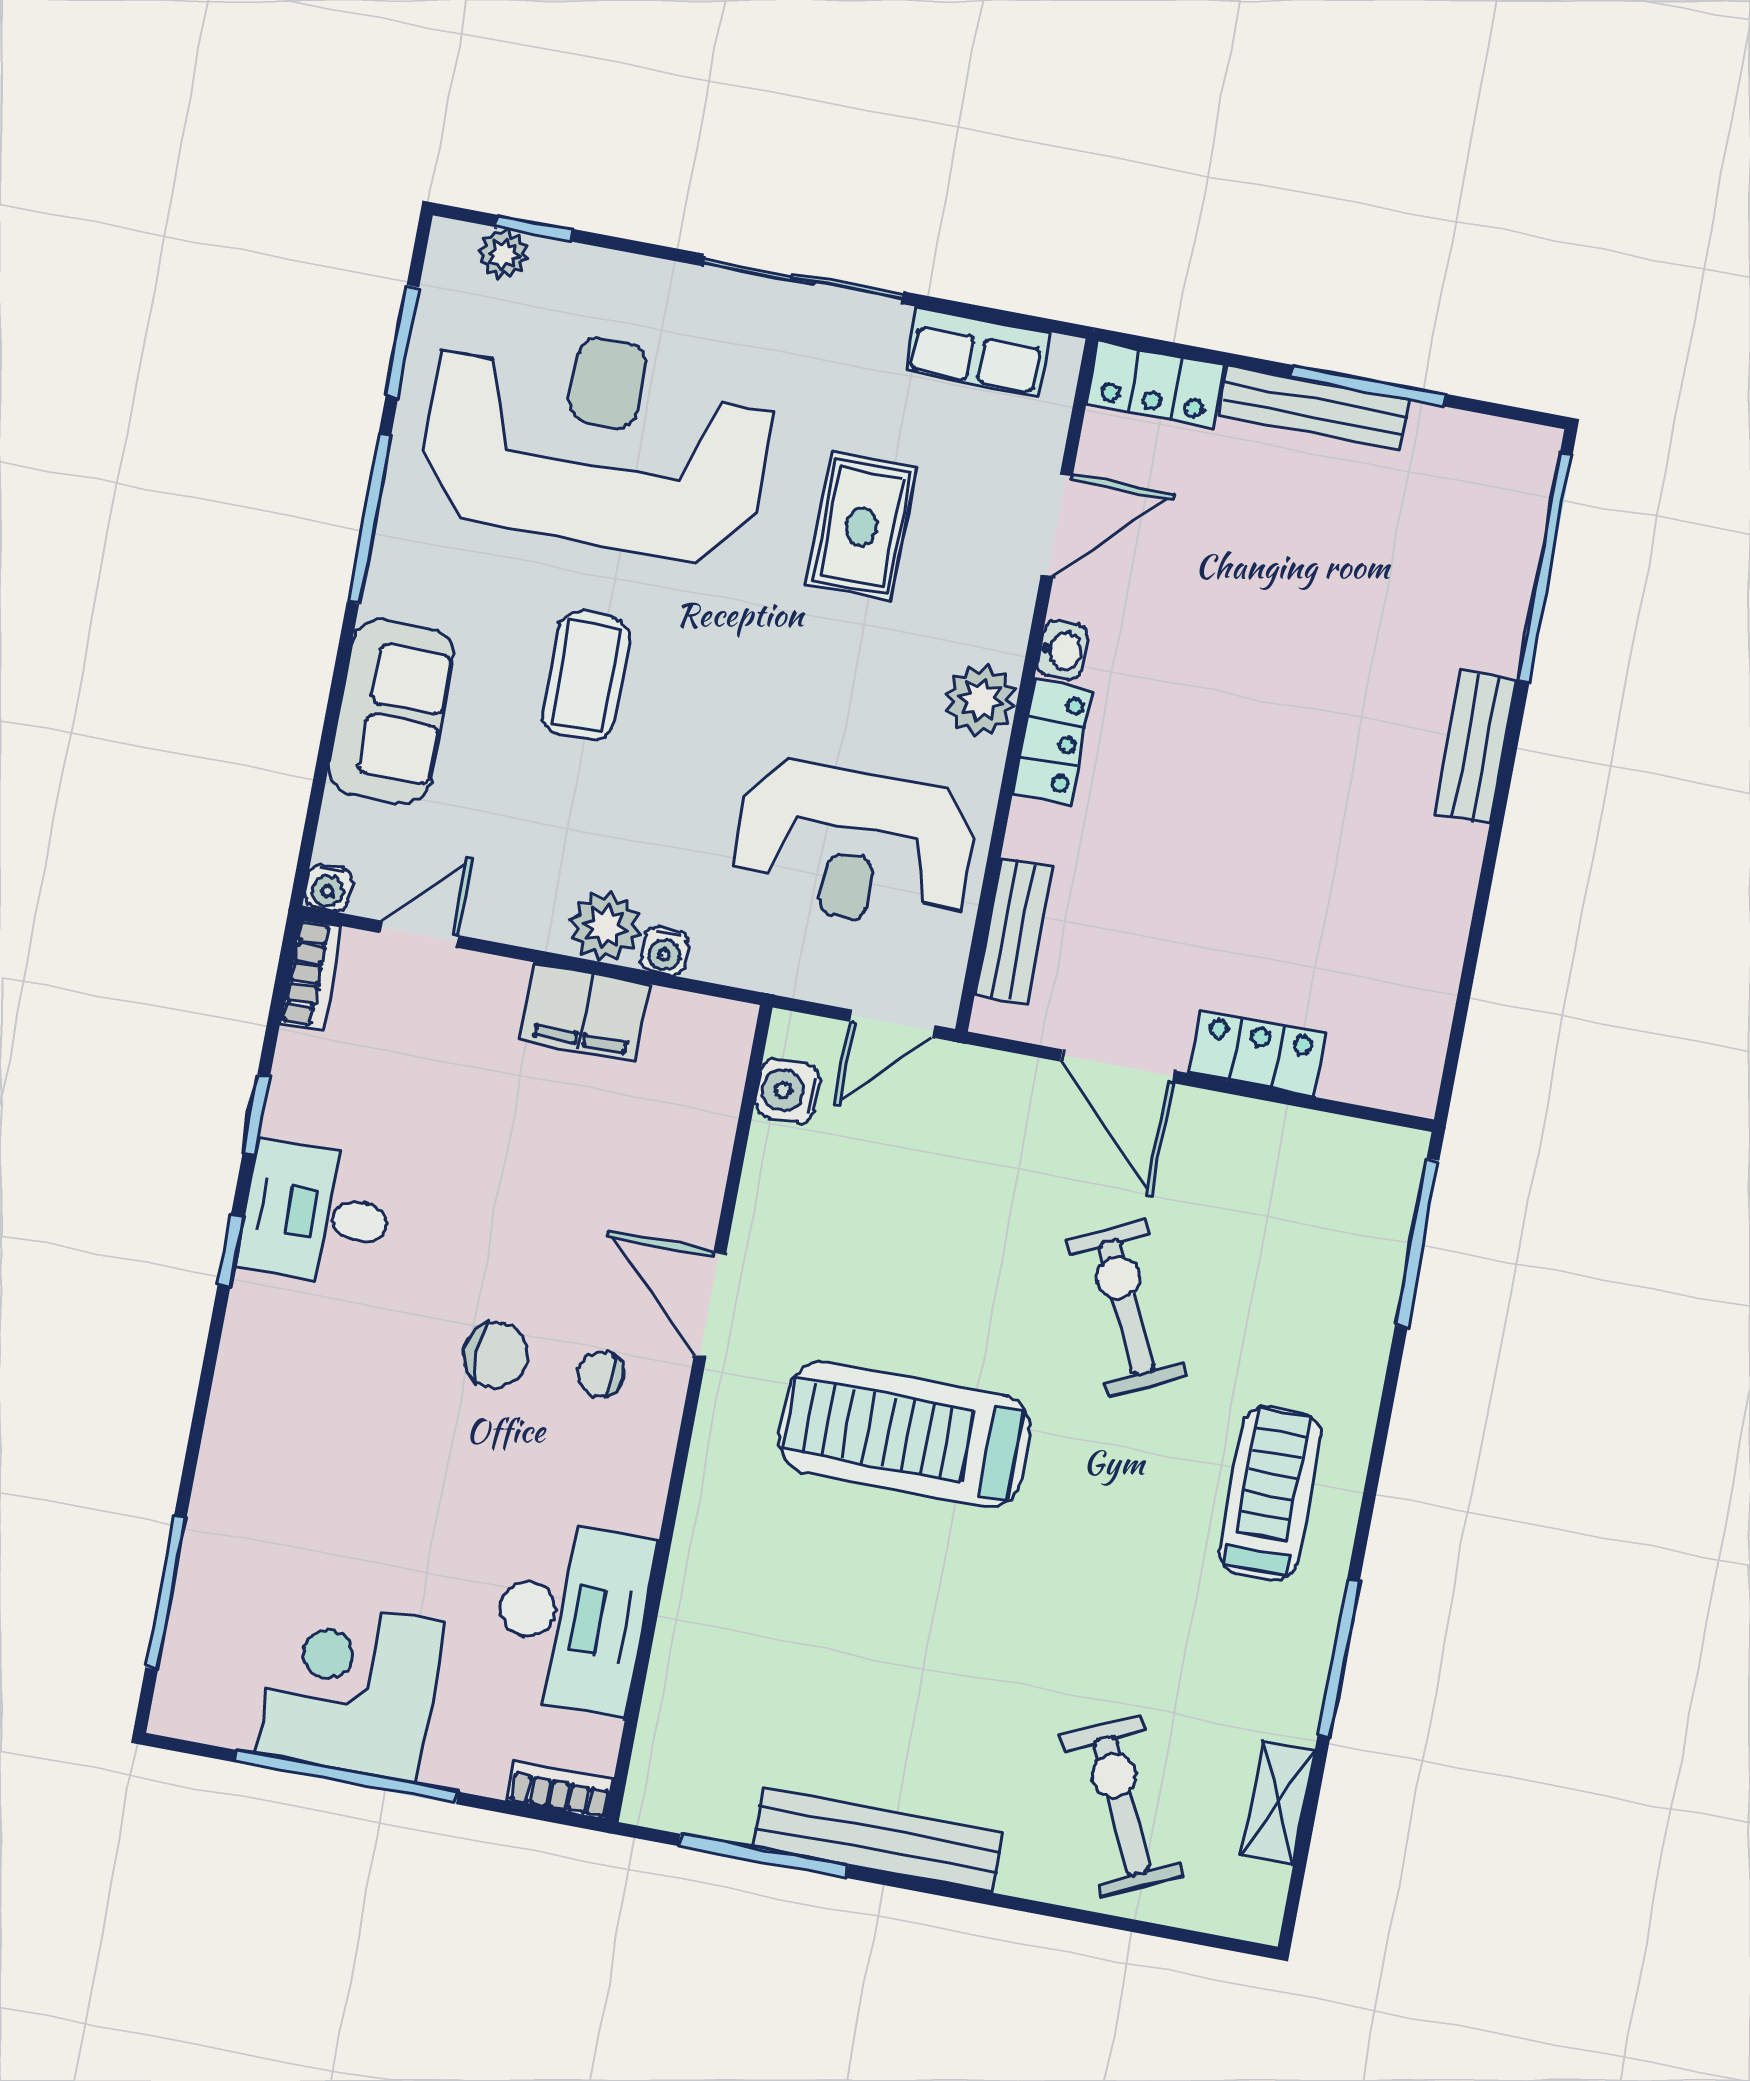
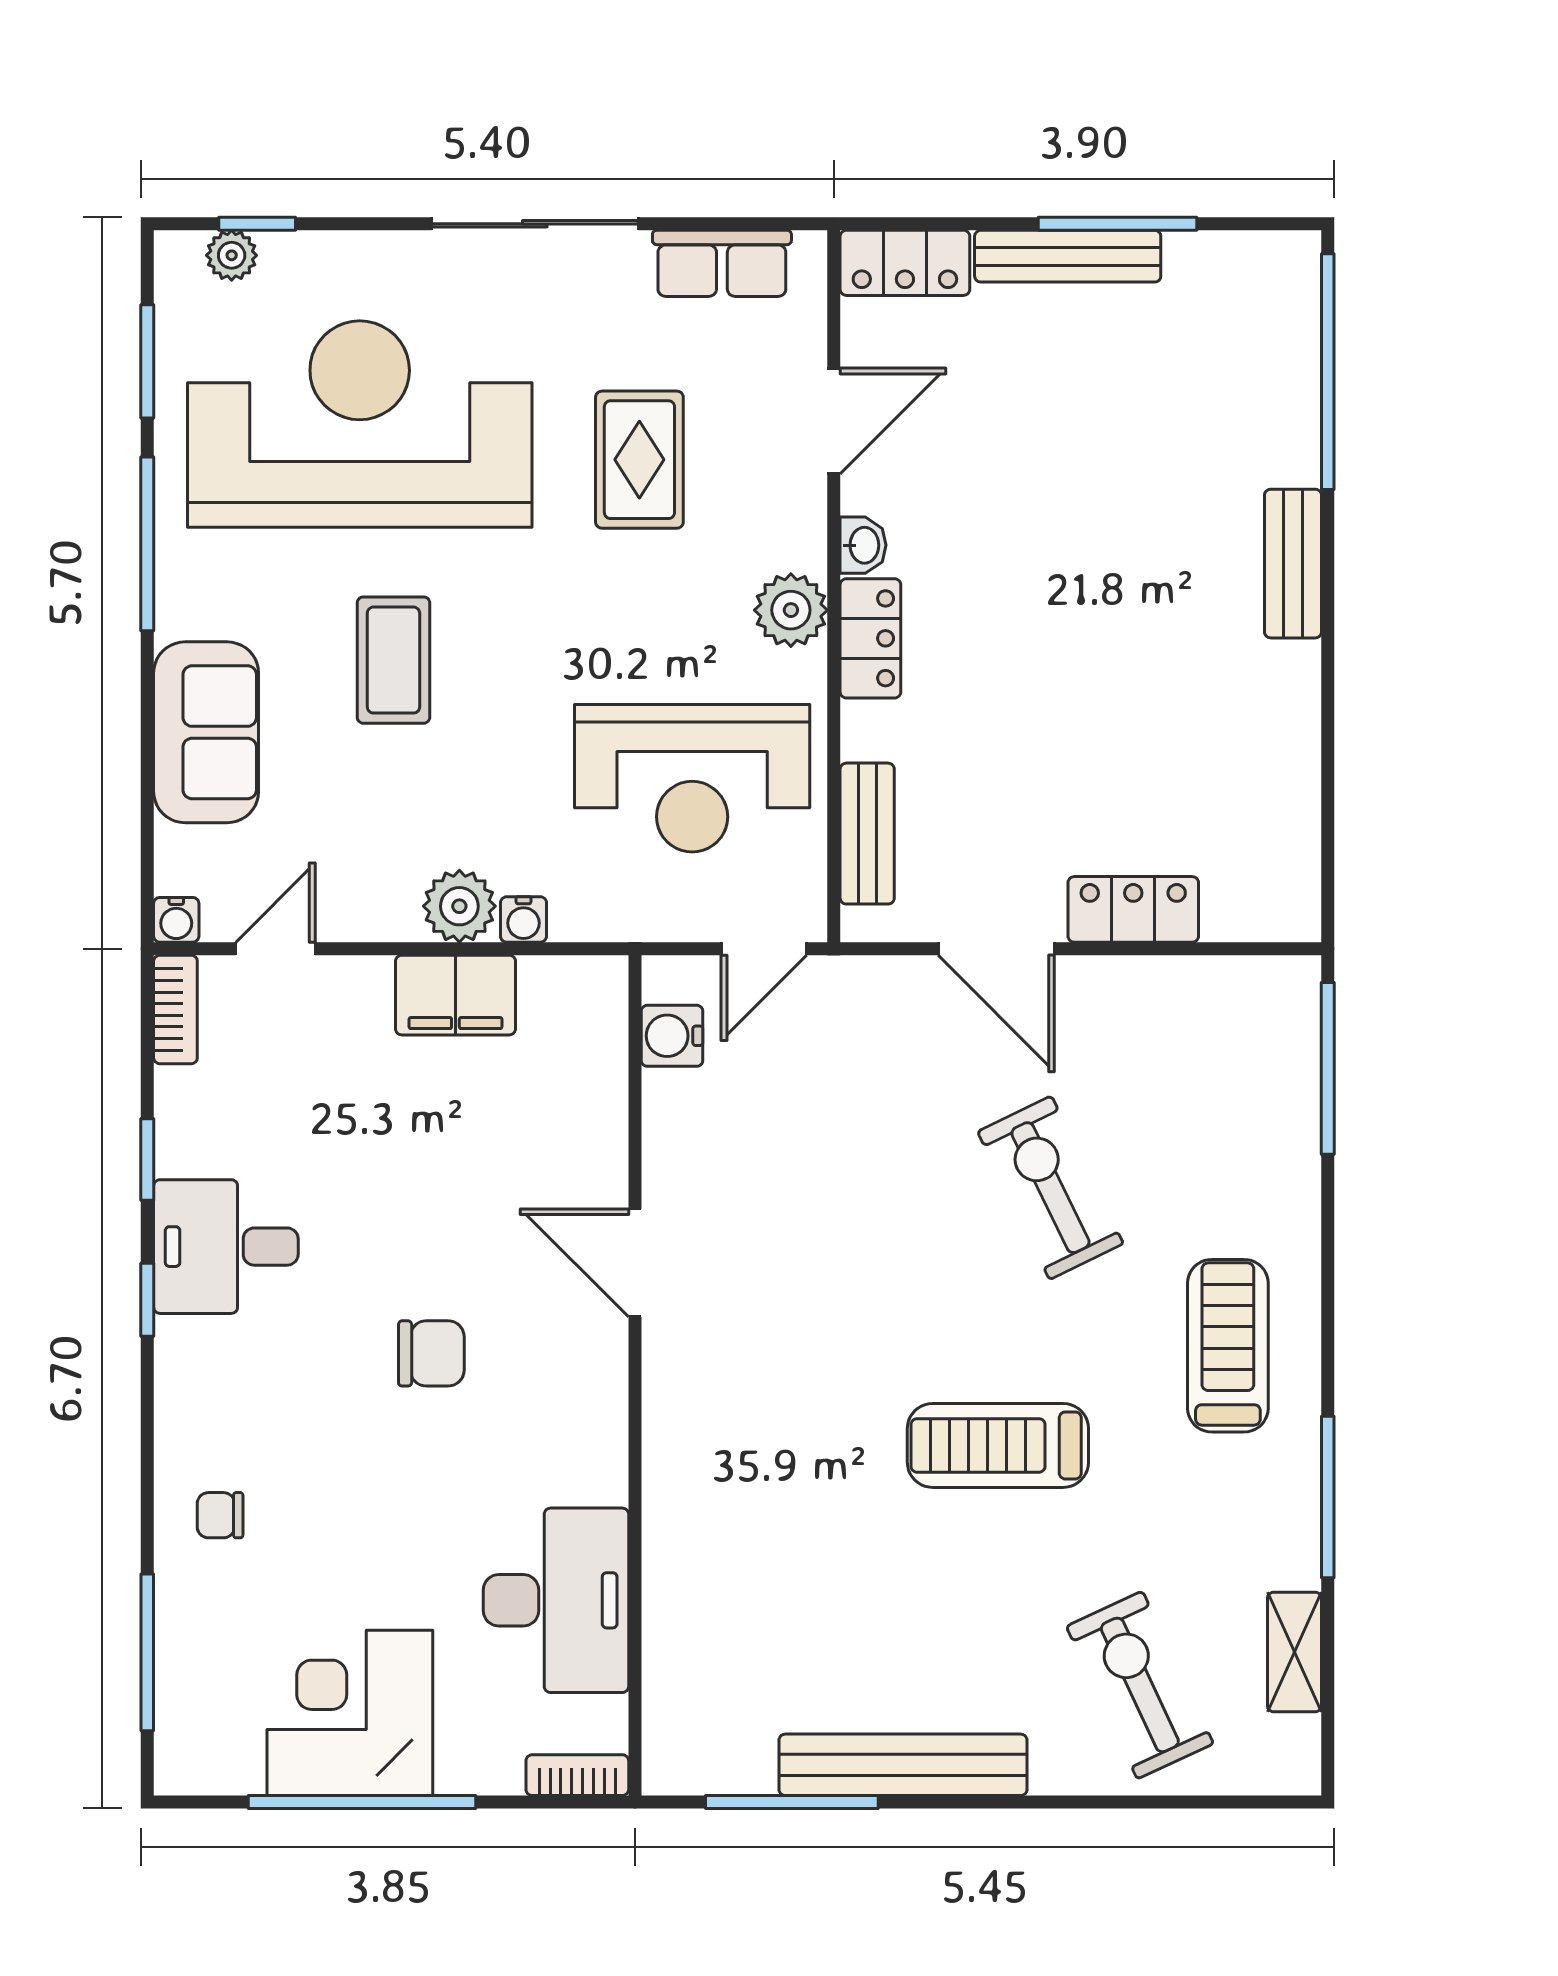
chair: (601, 1374) -> (220, 1515), moved
treadmill: (905, 1435) -> (998, 1445), moved, width x0.73, depth x0.73

